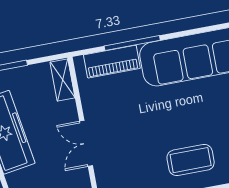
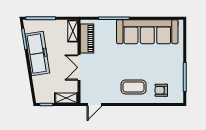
piano: (112, 62) -> (87, 39), moved, turned -90

